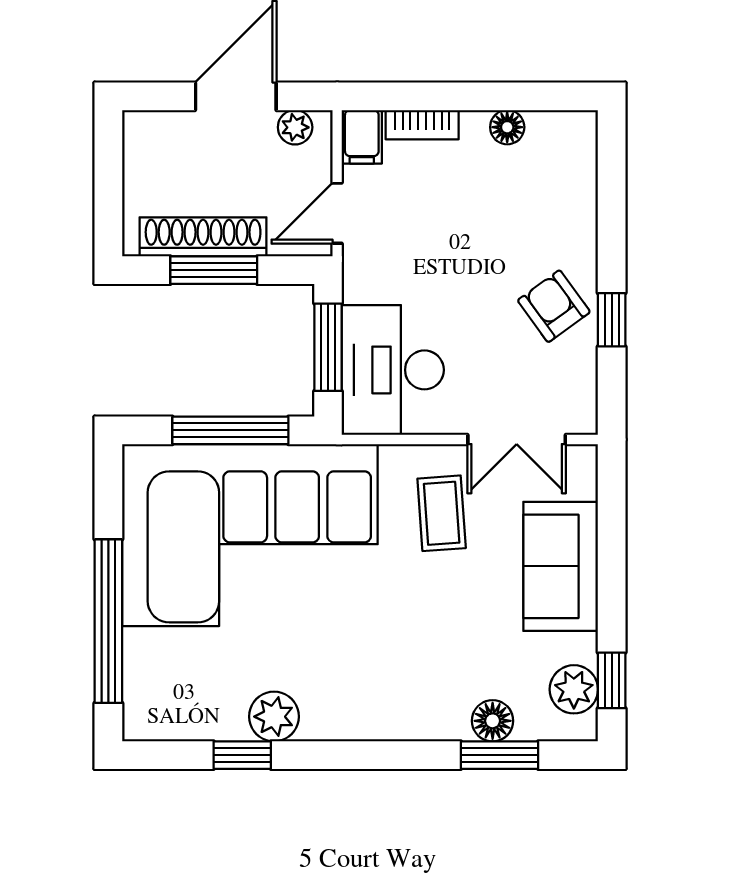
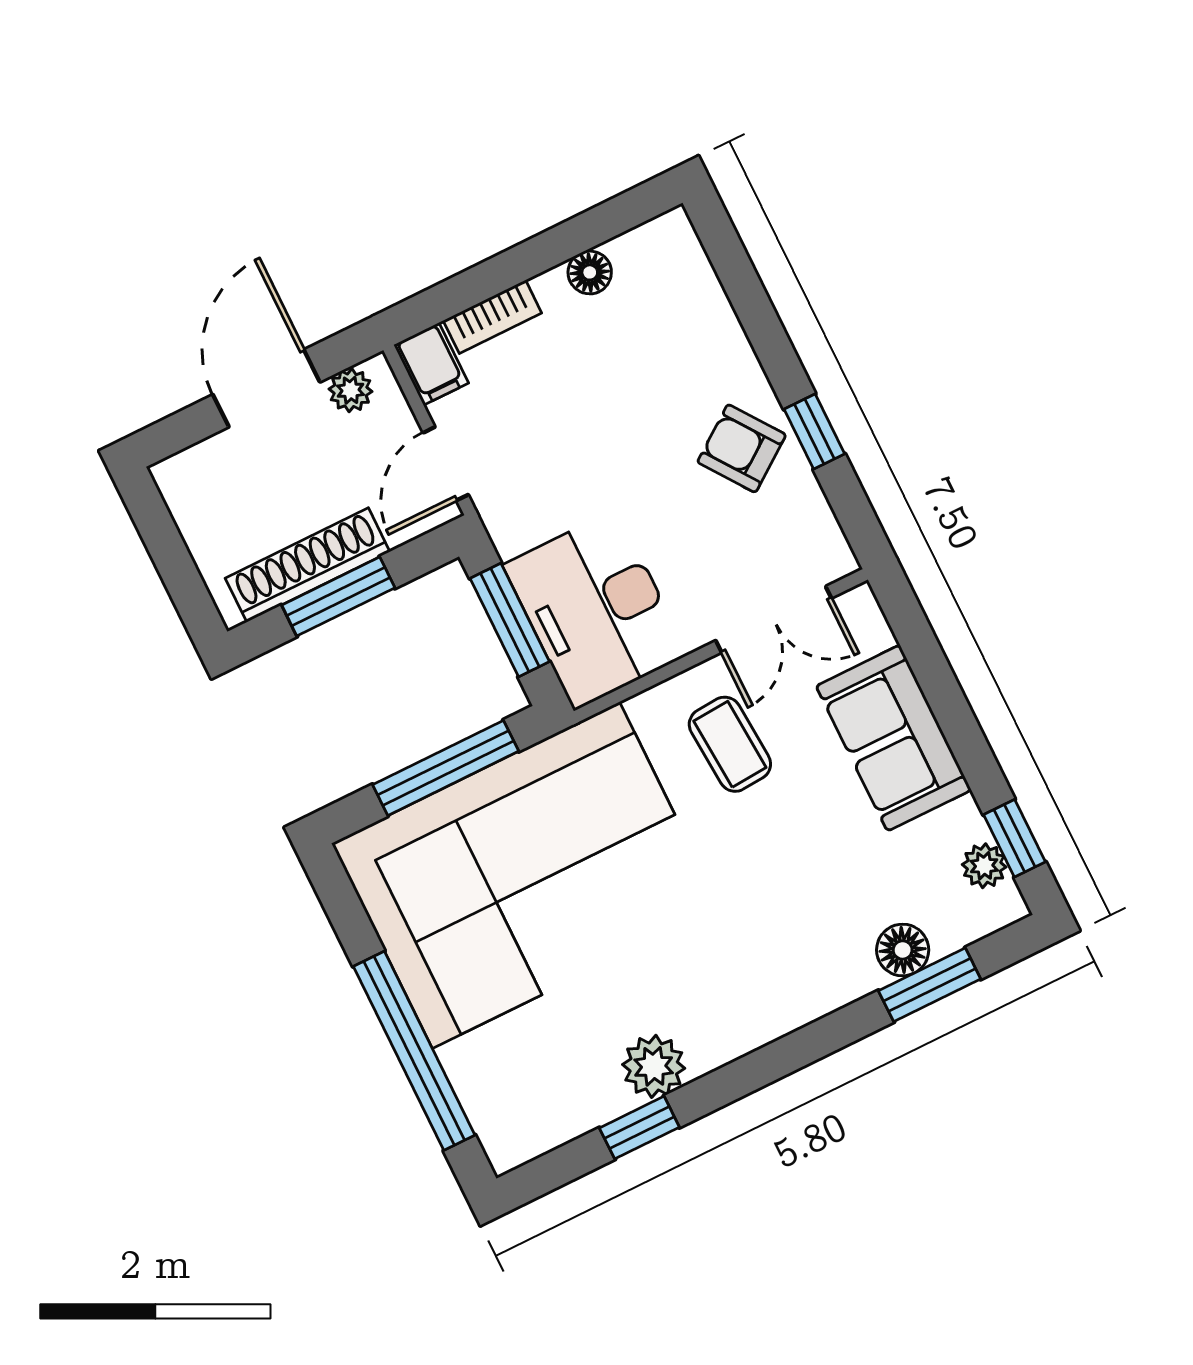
plant: (574, 689) -> (984, 866), width x0.73, depth x0.73

